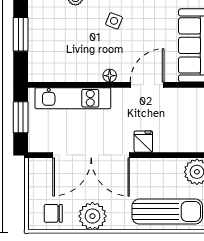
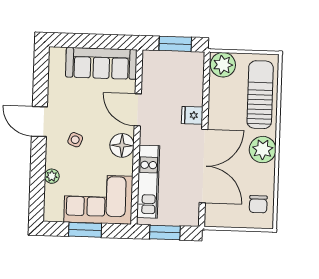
corner sofa: (53, 47) -> (98, 199), added
floor lamp: (110, 76) -> (122, 145), width x1.89, depth x1.89
plant: (92, 216) -> (263, 150), moved

